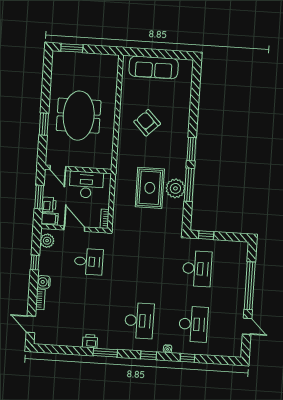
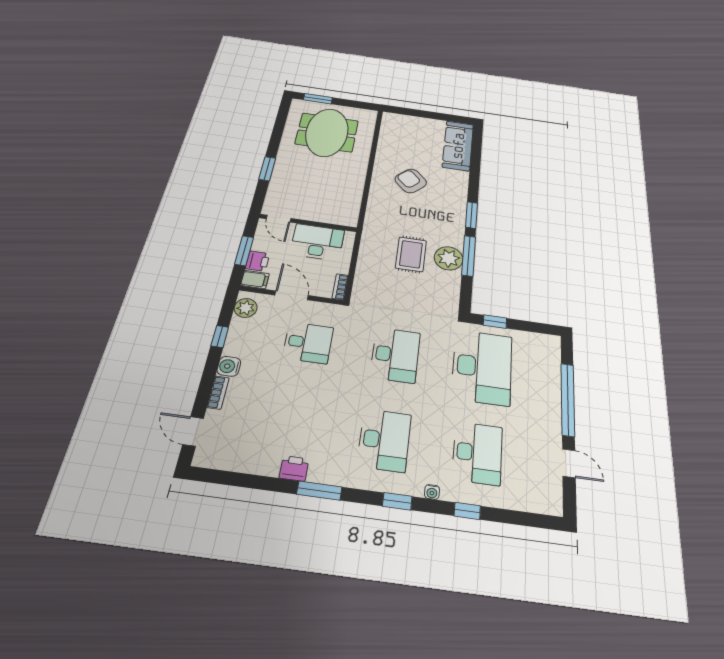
sofa: (154, 67) -> (458, 146), moved, turned 90
meeting table: (79, 116) -> (327, 132), moved
rug: (150, 188) -> (411, 254), width x0.73, depth x0.70
desk: (143, 265) -> (395, 355), added
desk: (197, 269) -> (482, 367), width x1.36, depth x1.30

